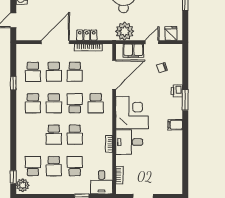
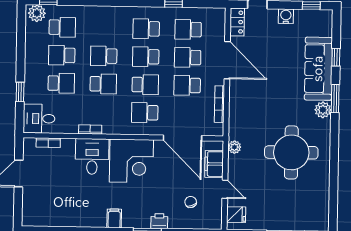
plant: (125, 31) -> (234, 147), width x0.53, depth x0.53
locker: (87, 35) -> (237, 22), moved
school desk: (75, 135) -> (103, 84), turned 180

